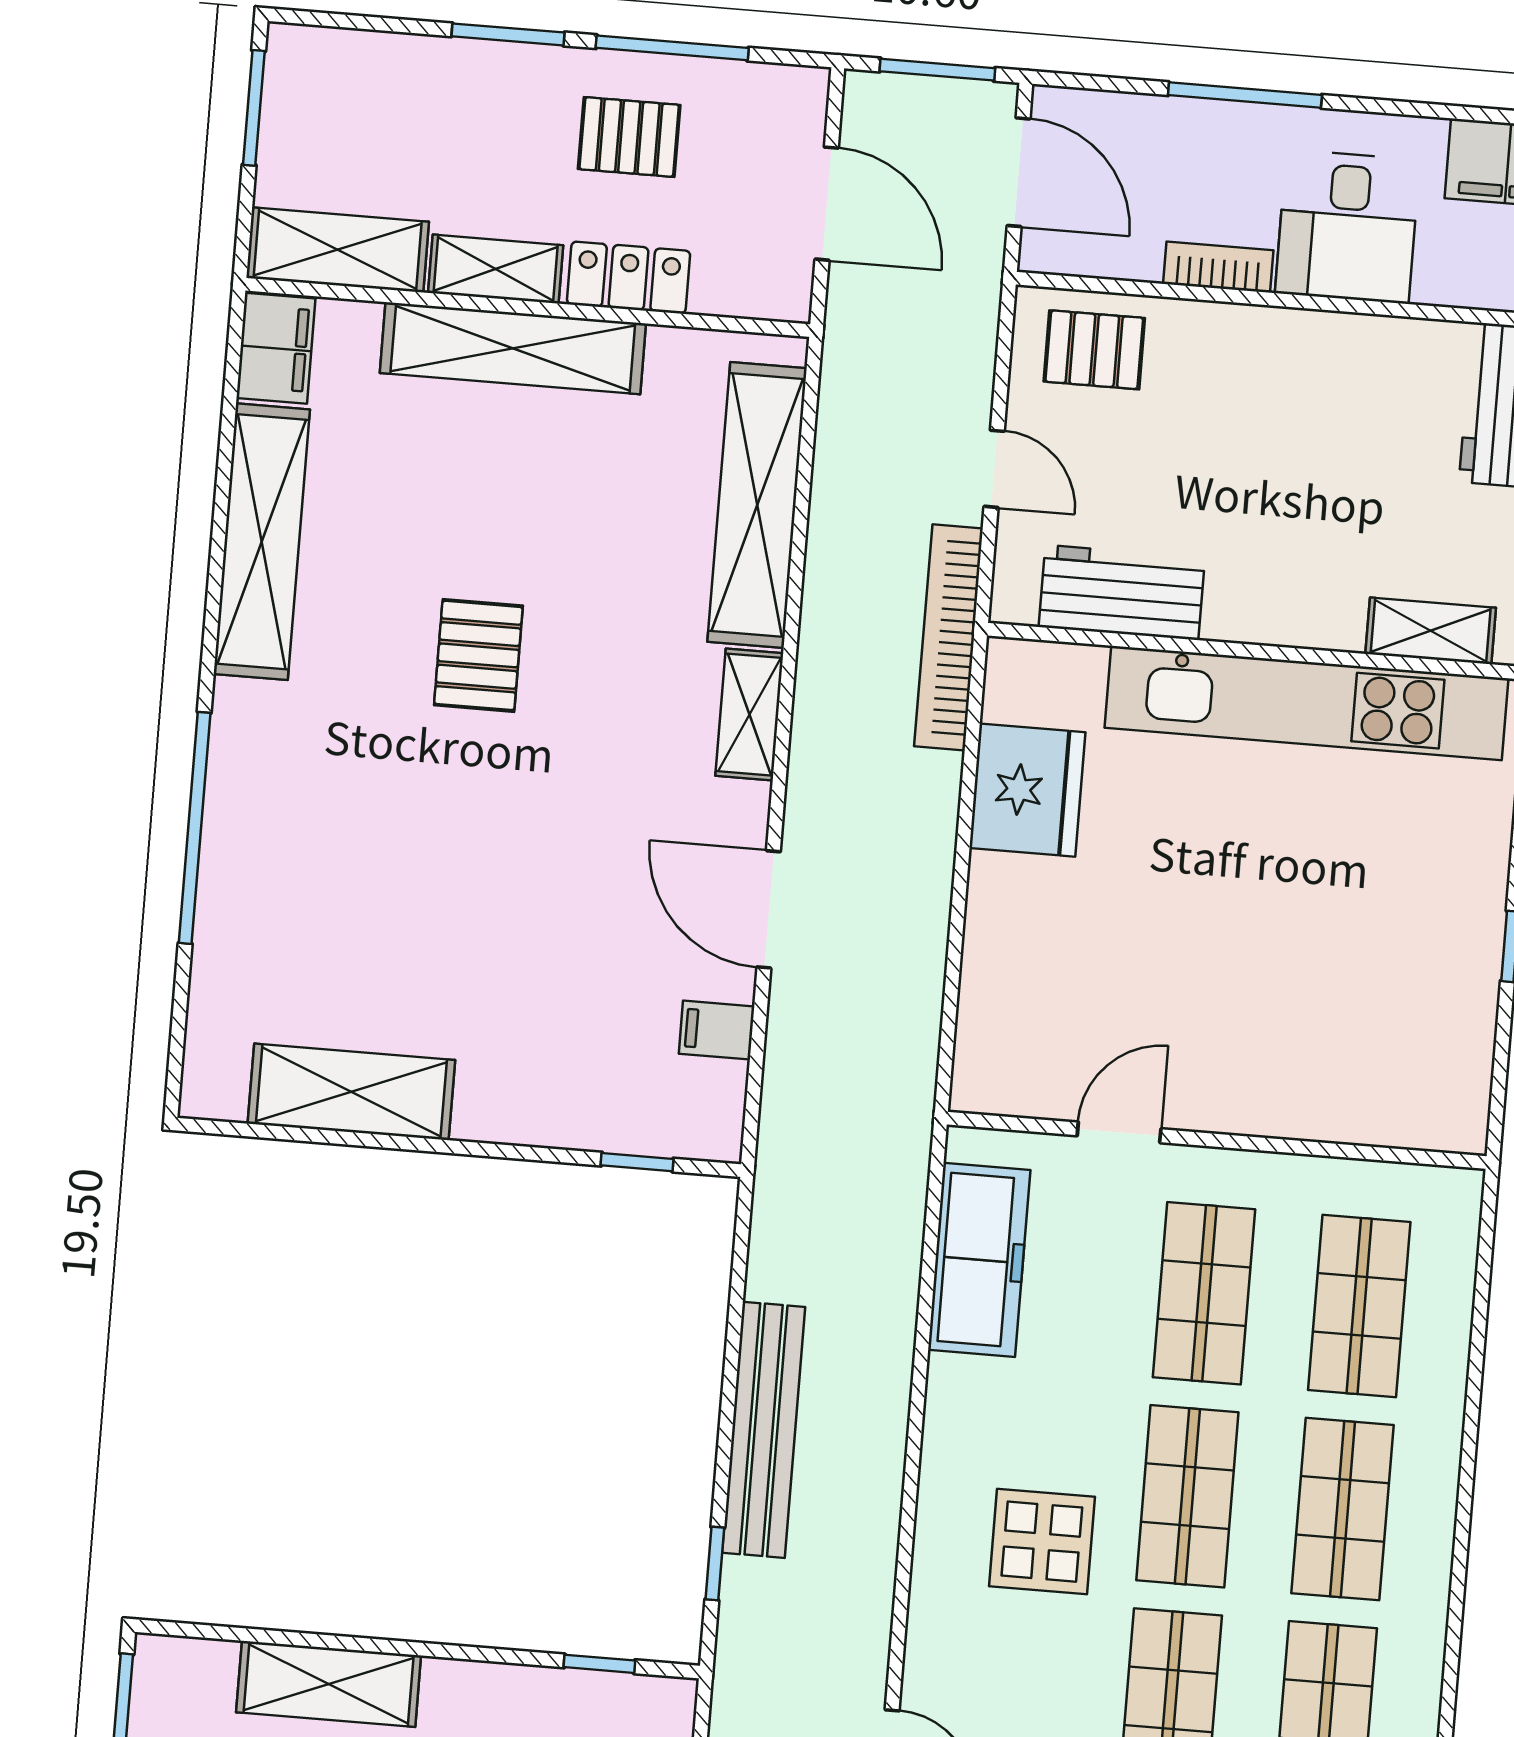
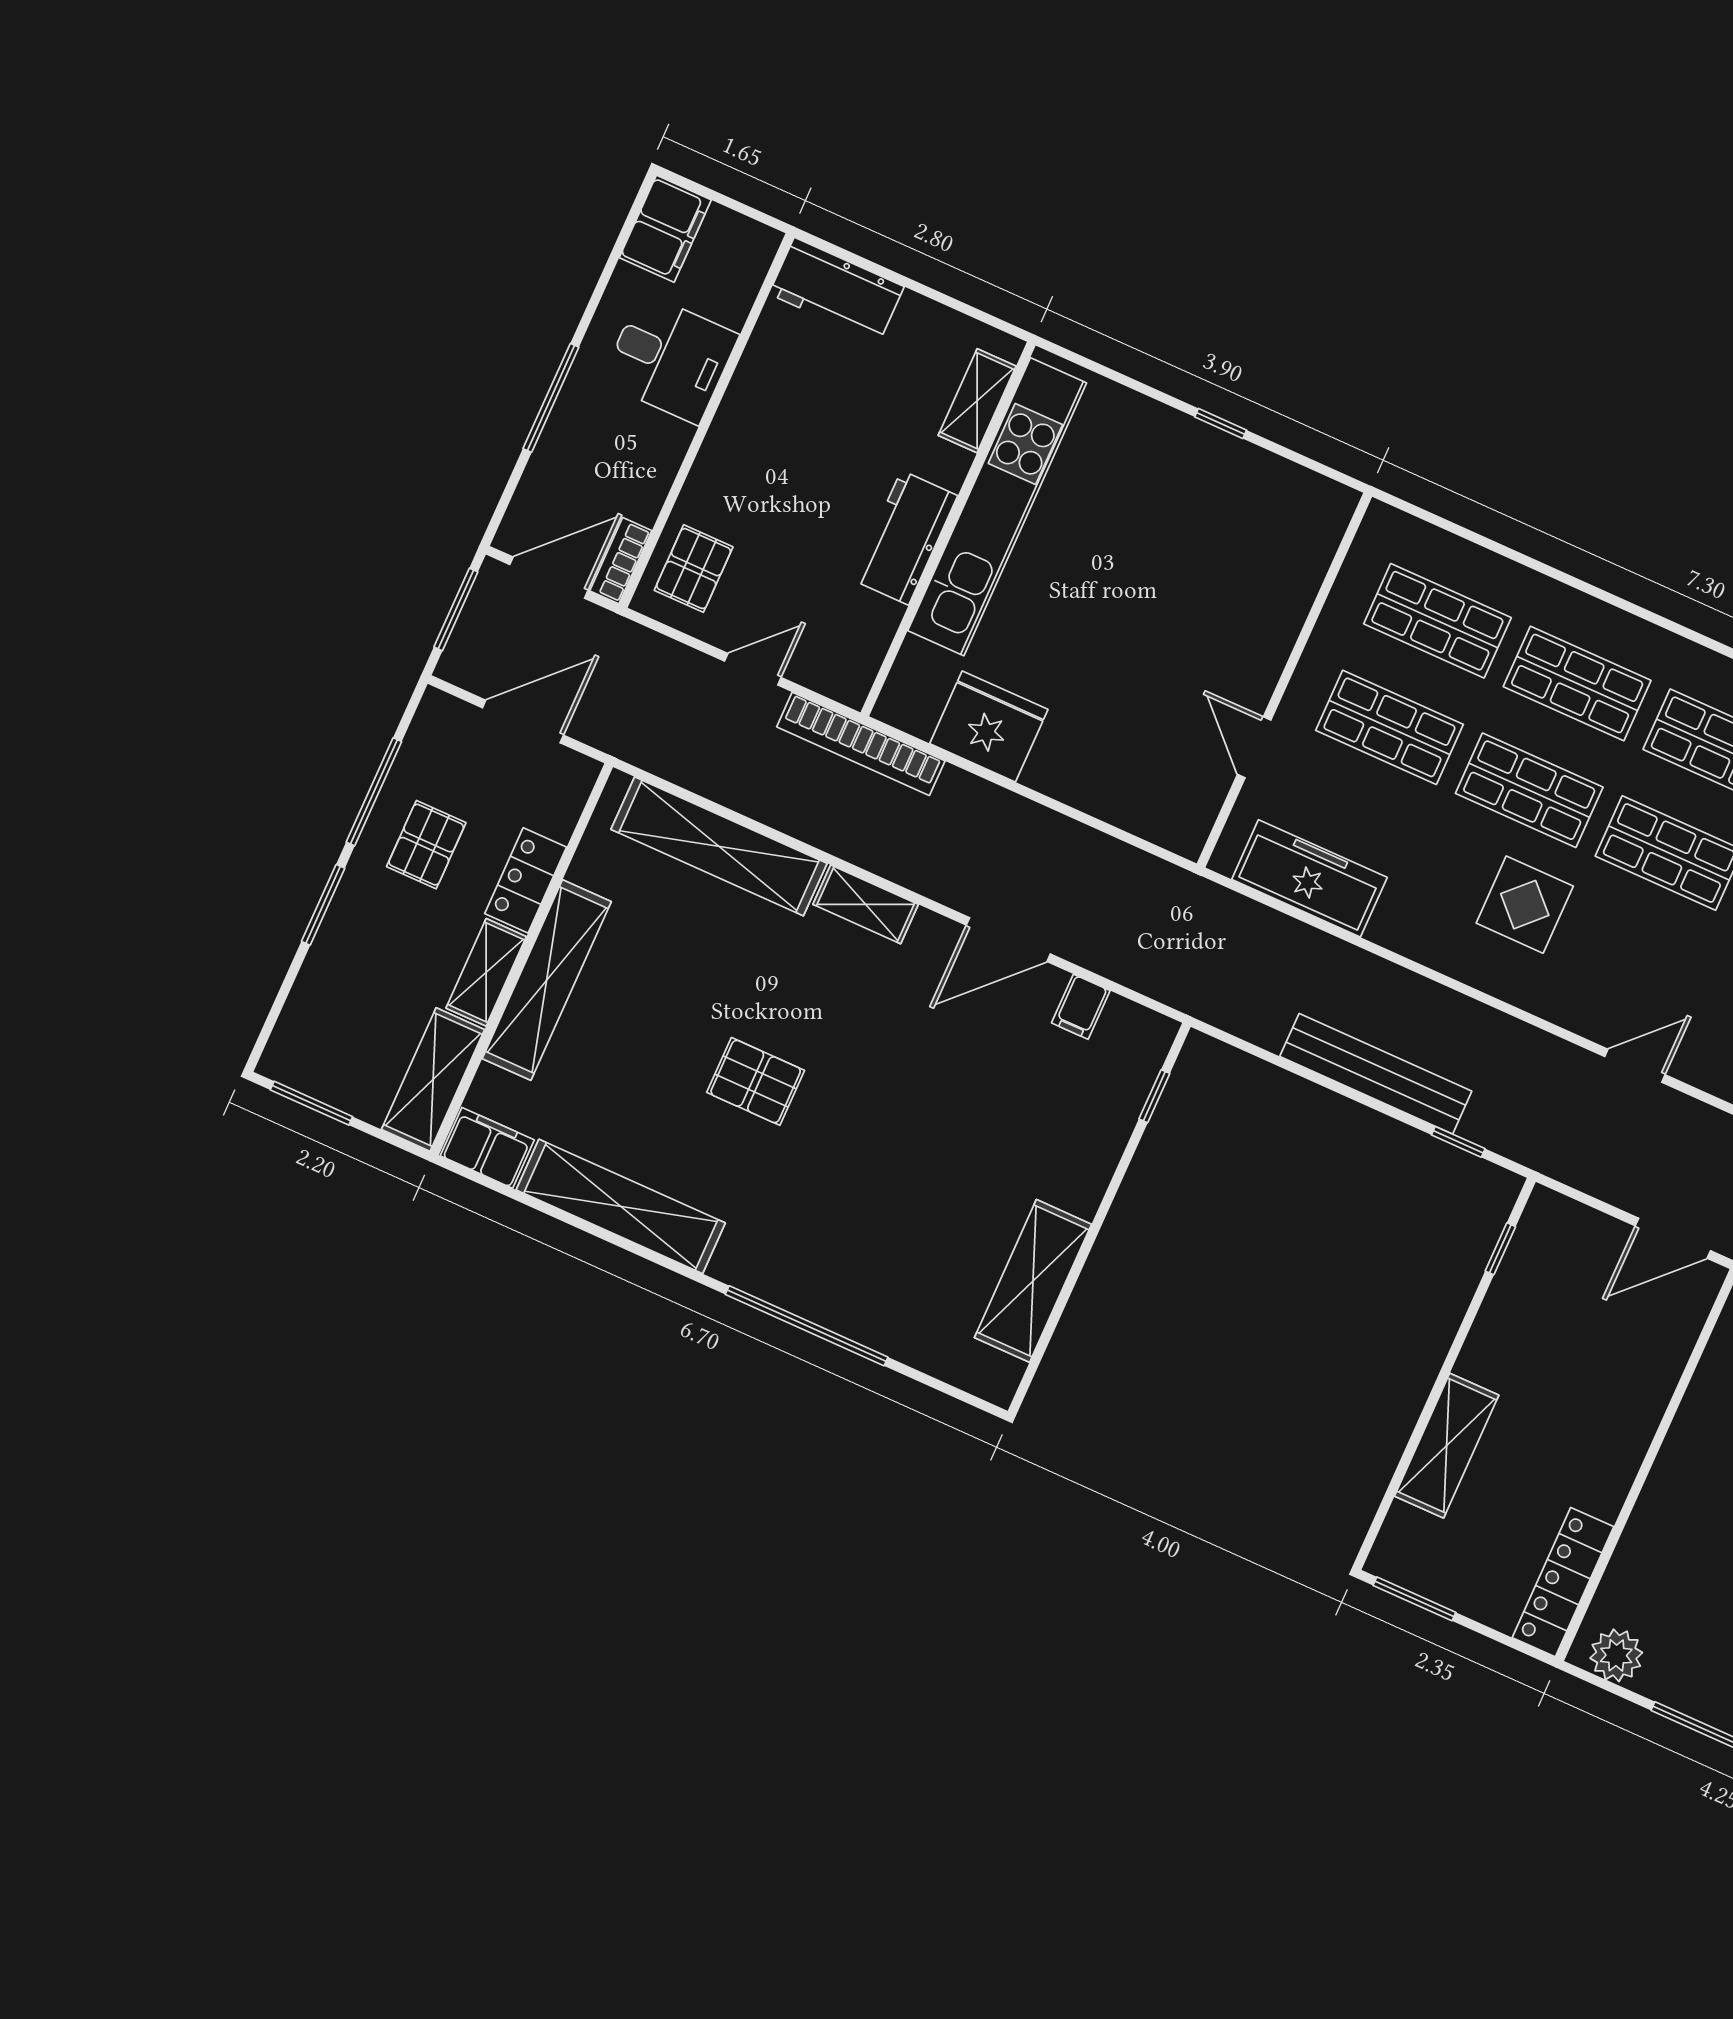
bookcase: (1218, 267) -> (621, 561), moved
workbench: (1122, 592) -> (905, 538), moved

